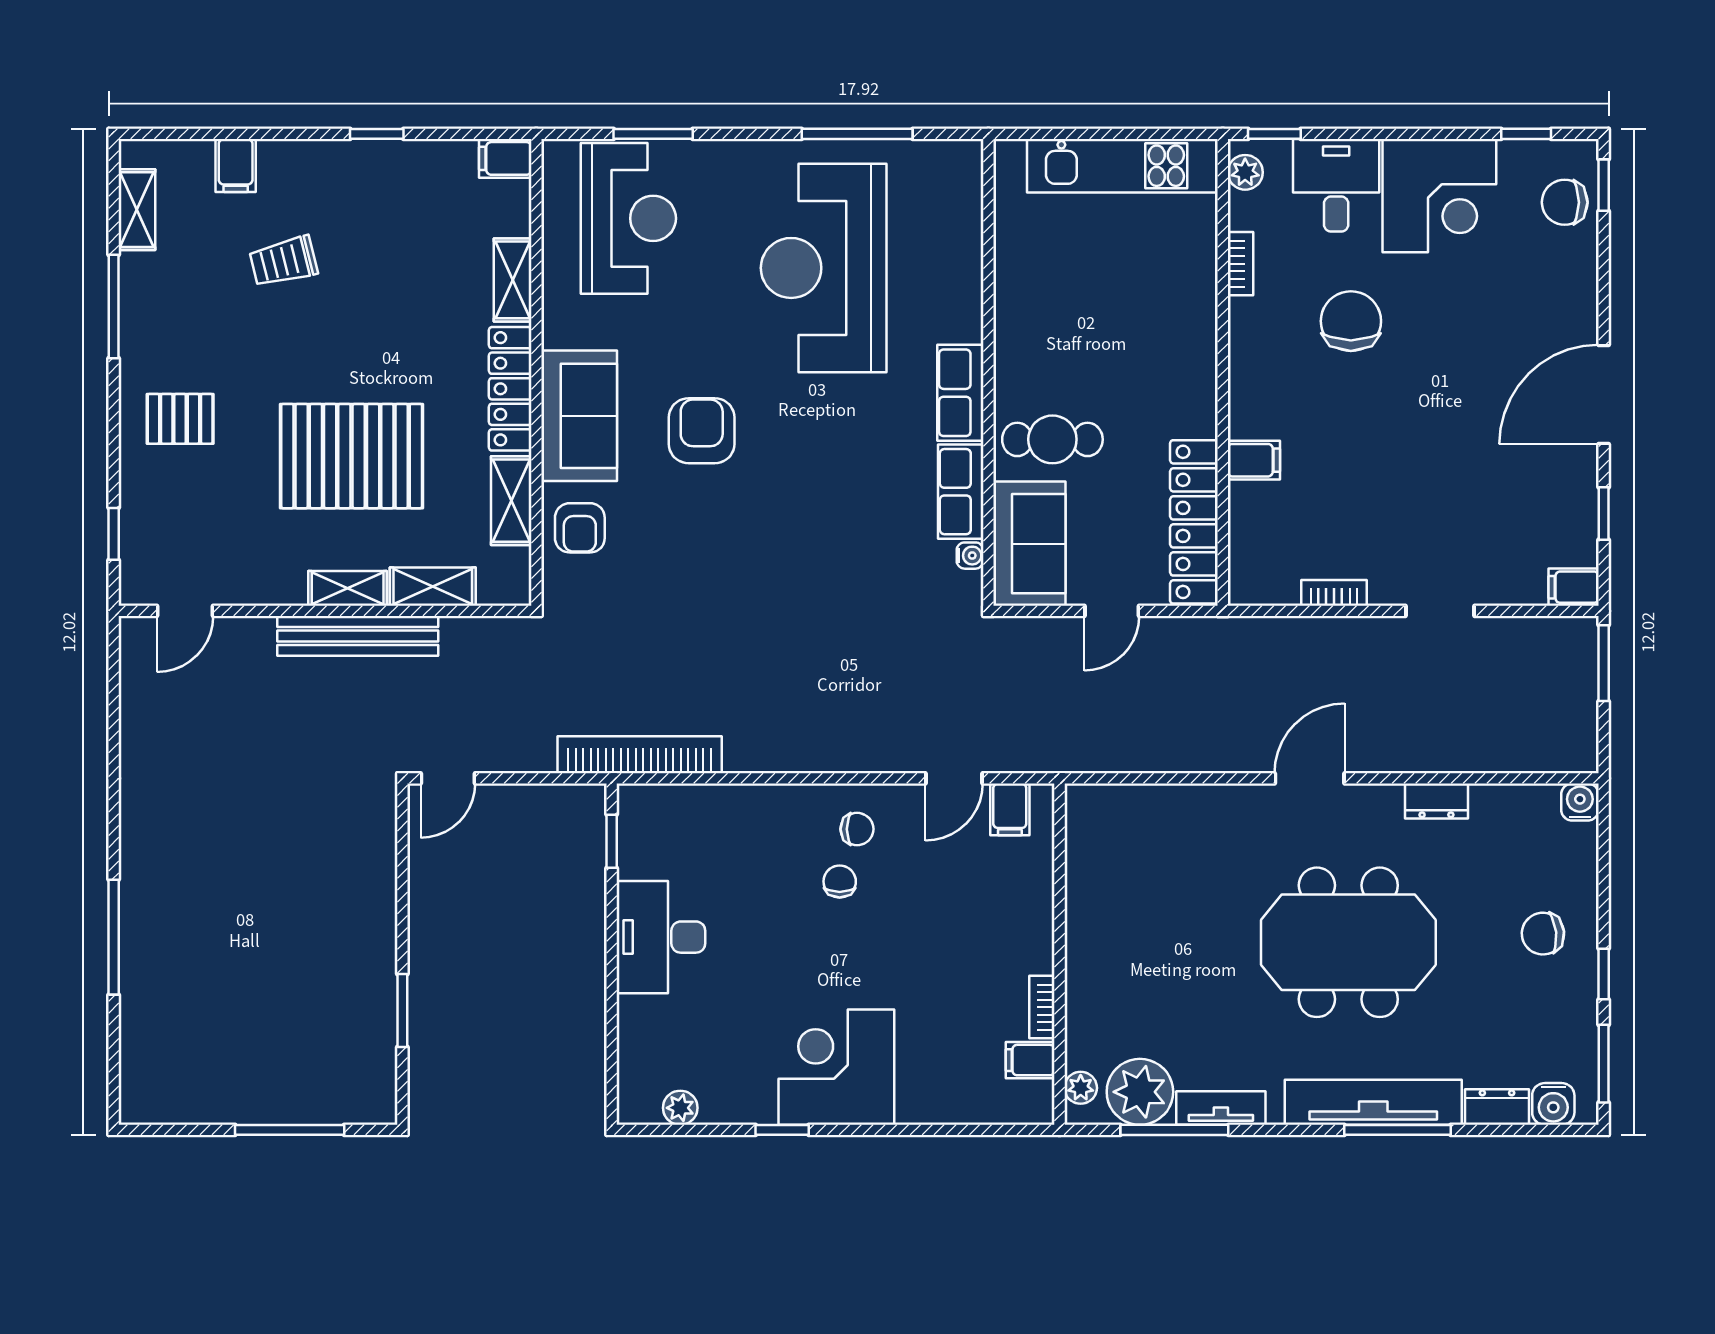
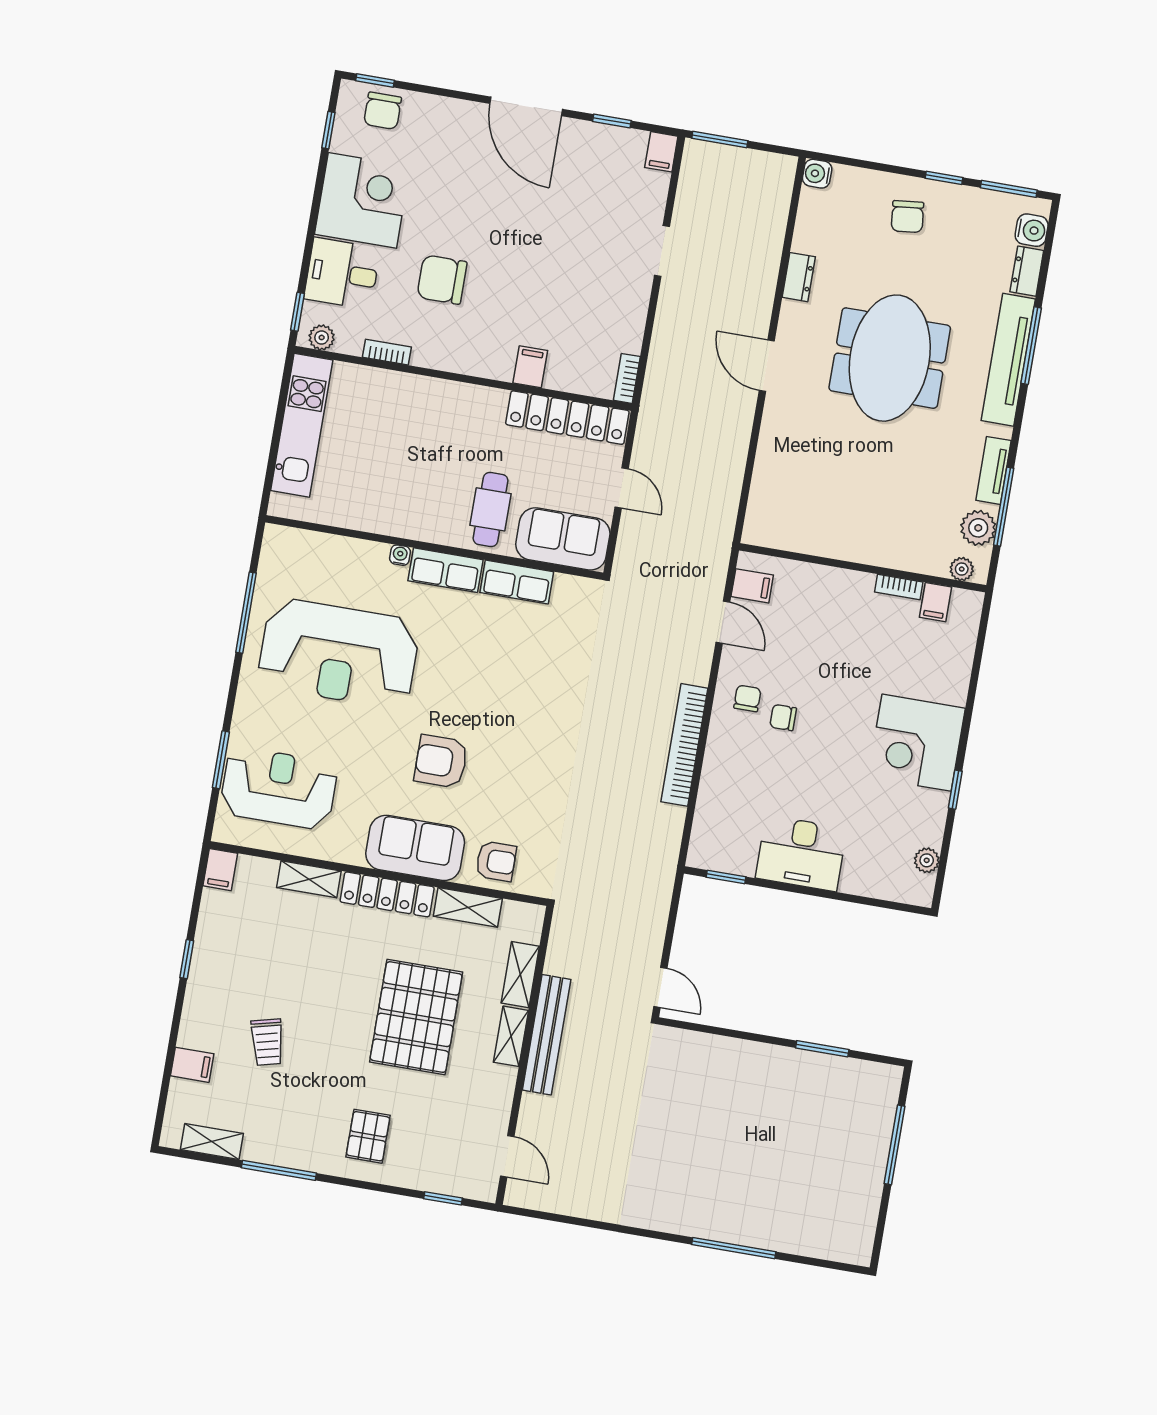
water cooler: (970, 556) -> (400, 555), moved
bookcase: (1334, 593) -> (627, 378), moved
bookcase: (640, 755) -> (684, 745), moved
plant: (1140, 1092) -> (978, 528), width x0.73, depth x0.73

